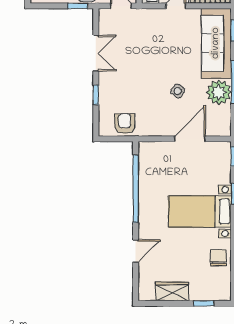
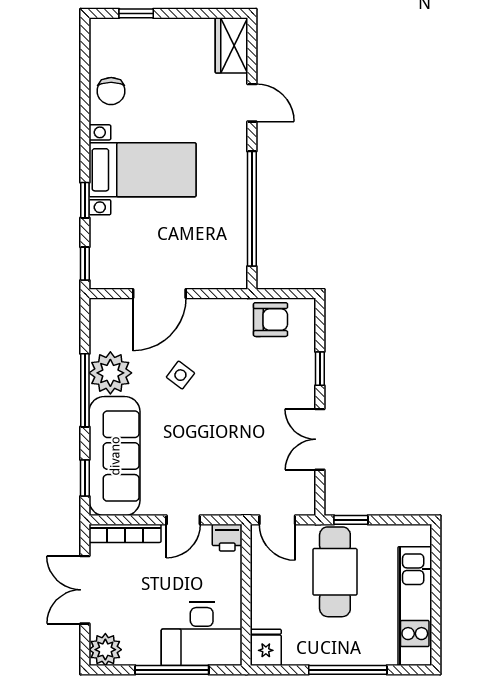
armchair: (125, 124) -> (270, 320), turned -90
door: (136, 251) -> (252, 103), swing flipped
wardrobe: (172, 291) -> (232, 45), moved, turned 90

